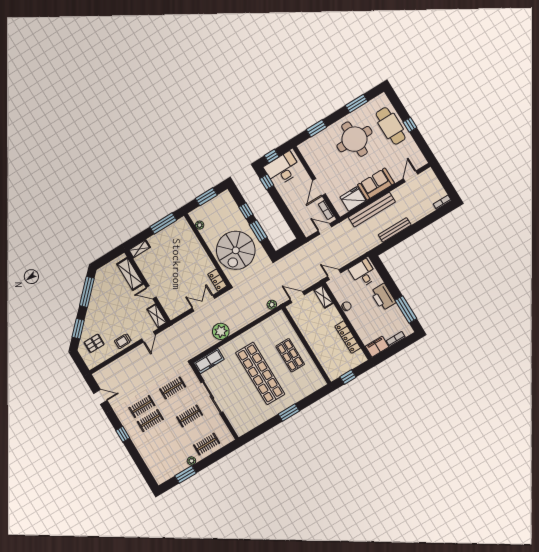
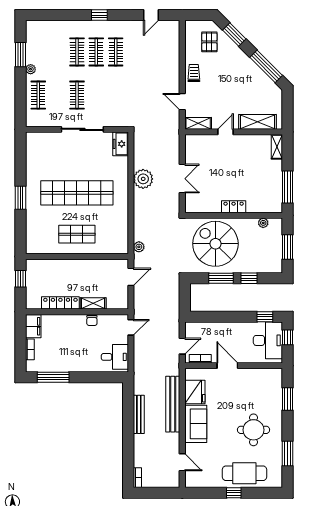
round table: (354, 139) -> (253, 430), width x0.73, depth x0.73
locker: (217, 280) -> (234, 207), moved
shelving: (323, 296) -> (93, 303), moved
printer: (383, 297) -> (79, 362), removed
freezer: (209, 361) -> (121, 144), width x0.71
clothes rail: (173, 388) -> (77, 52), moved

